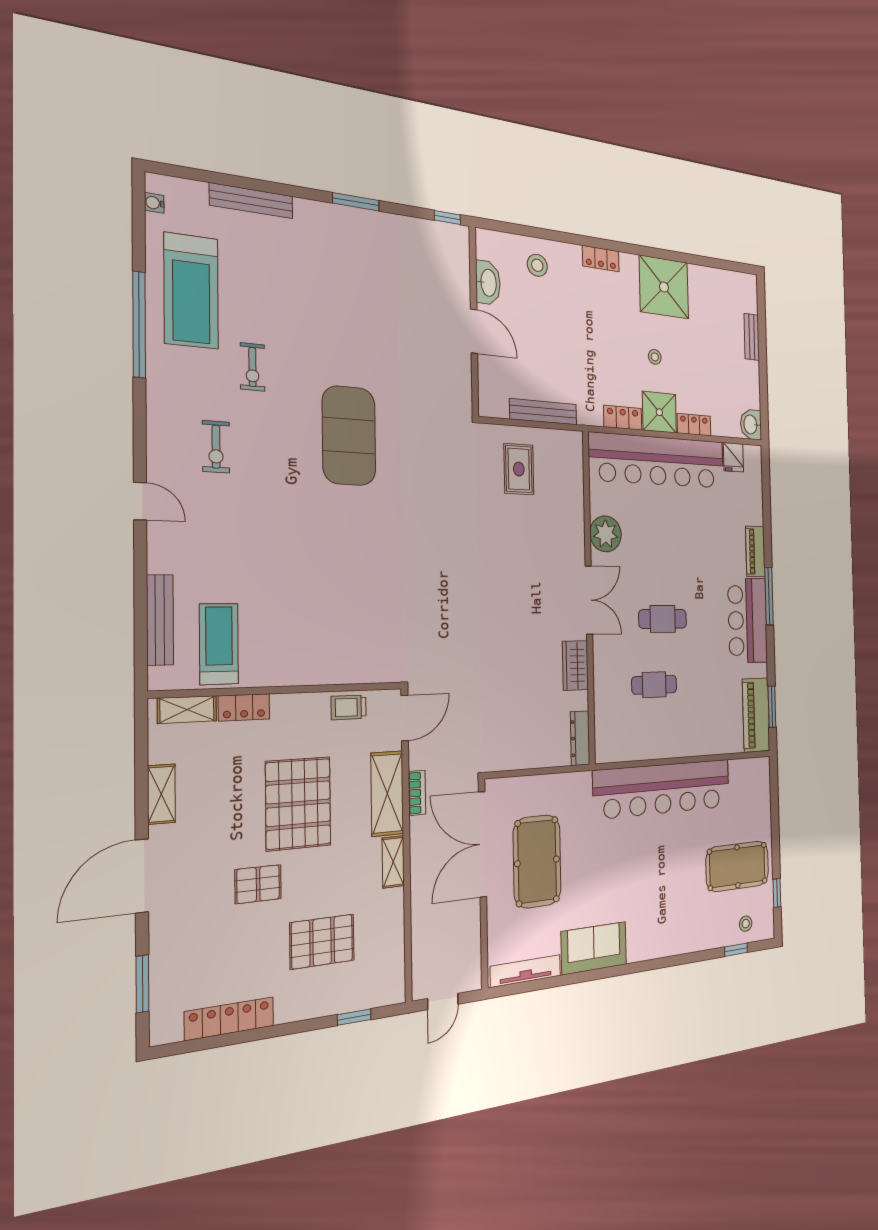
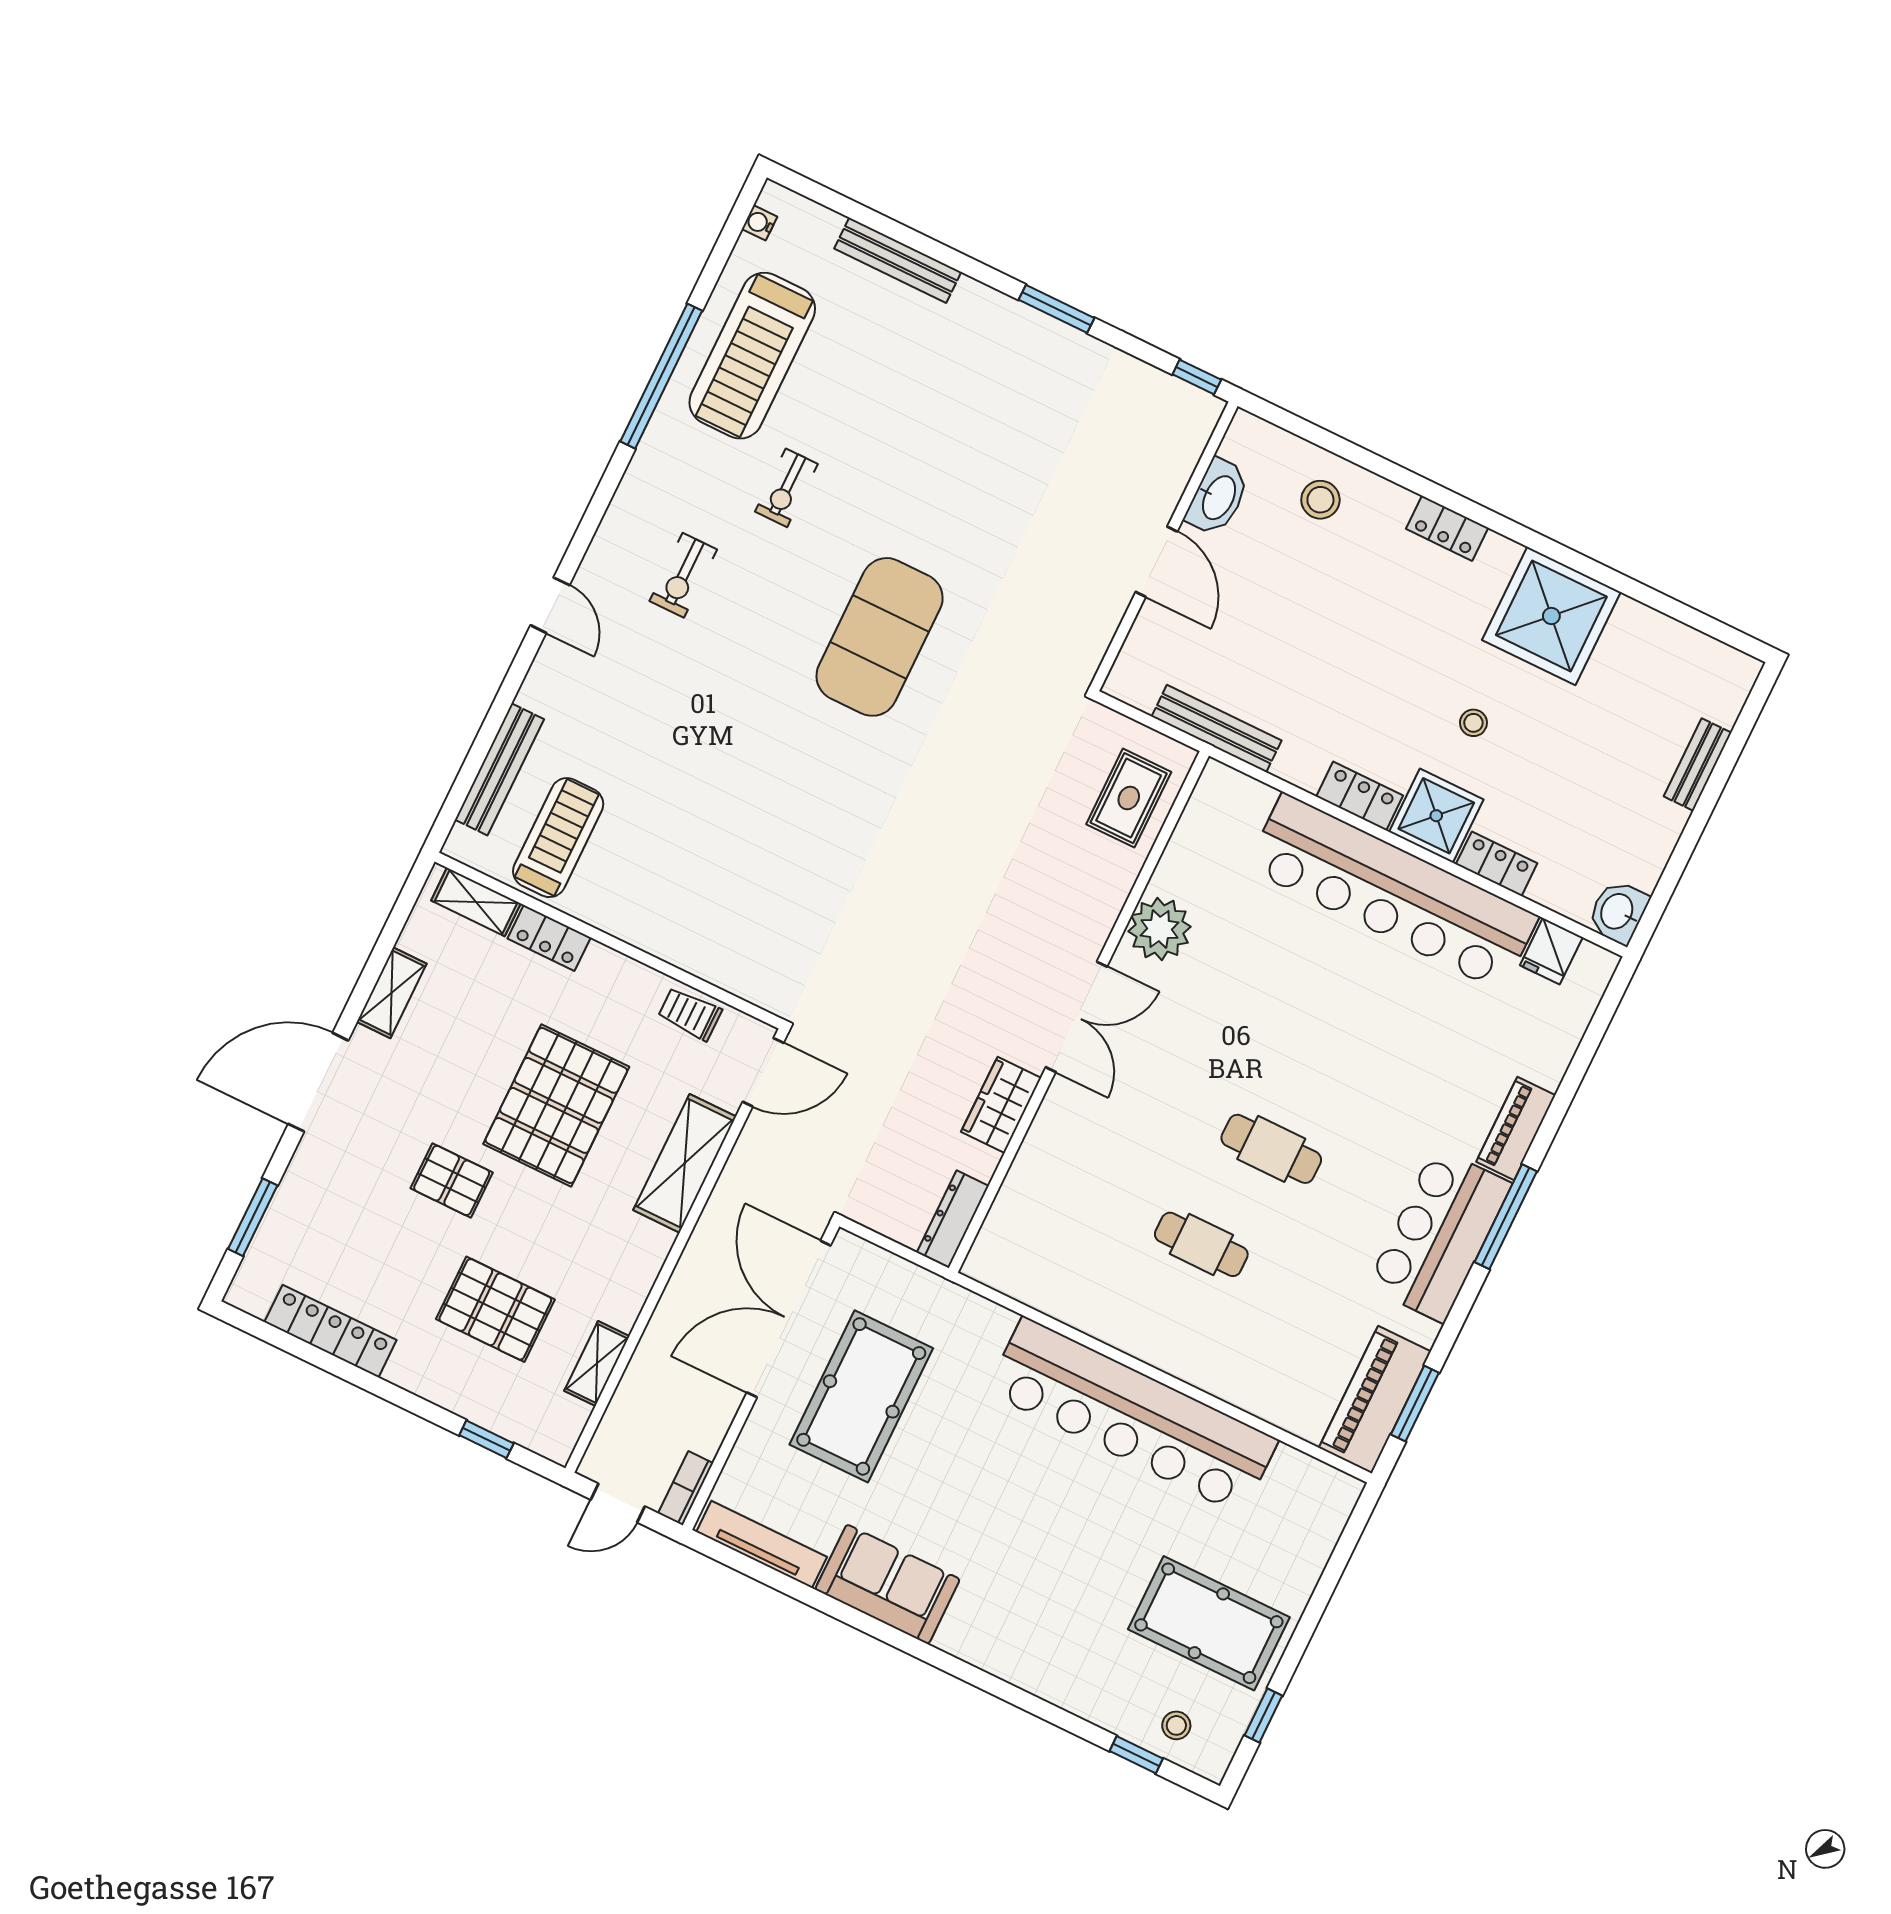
plant: (606, 534) -> (1160, 929), moved
wall: (589, 597) -> (1079, 1012), moved
double door: (589, 600) -> (1076, 1017), moved
wardrobe: (575, 666) -> (1001, 1105), moved
dresser: (580, 738) -> (953, 1219), moved
bookcase: (417, 793) -> (686, 1488), moved, turned 180
shelving: (393, 862) -> (597, 1364), moved

